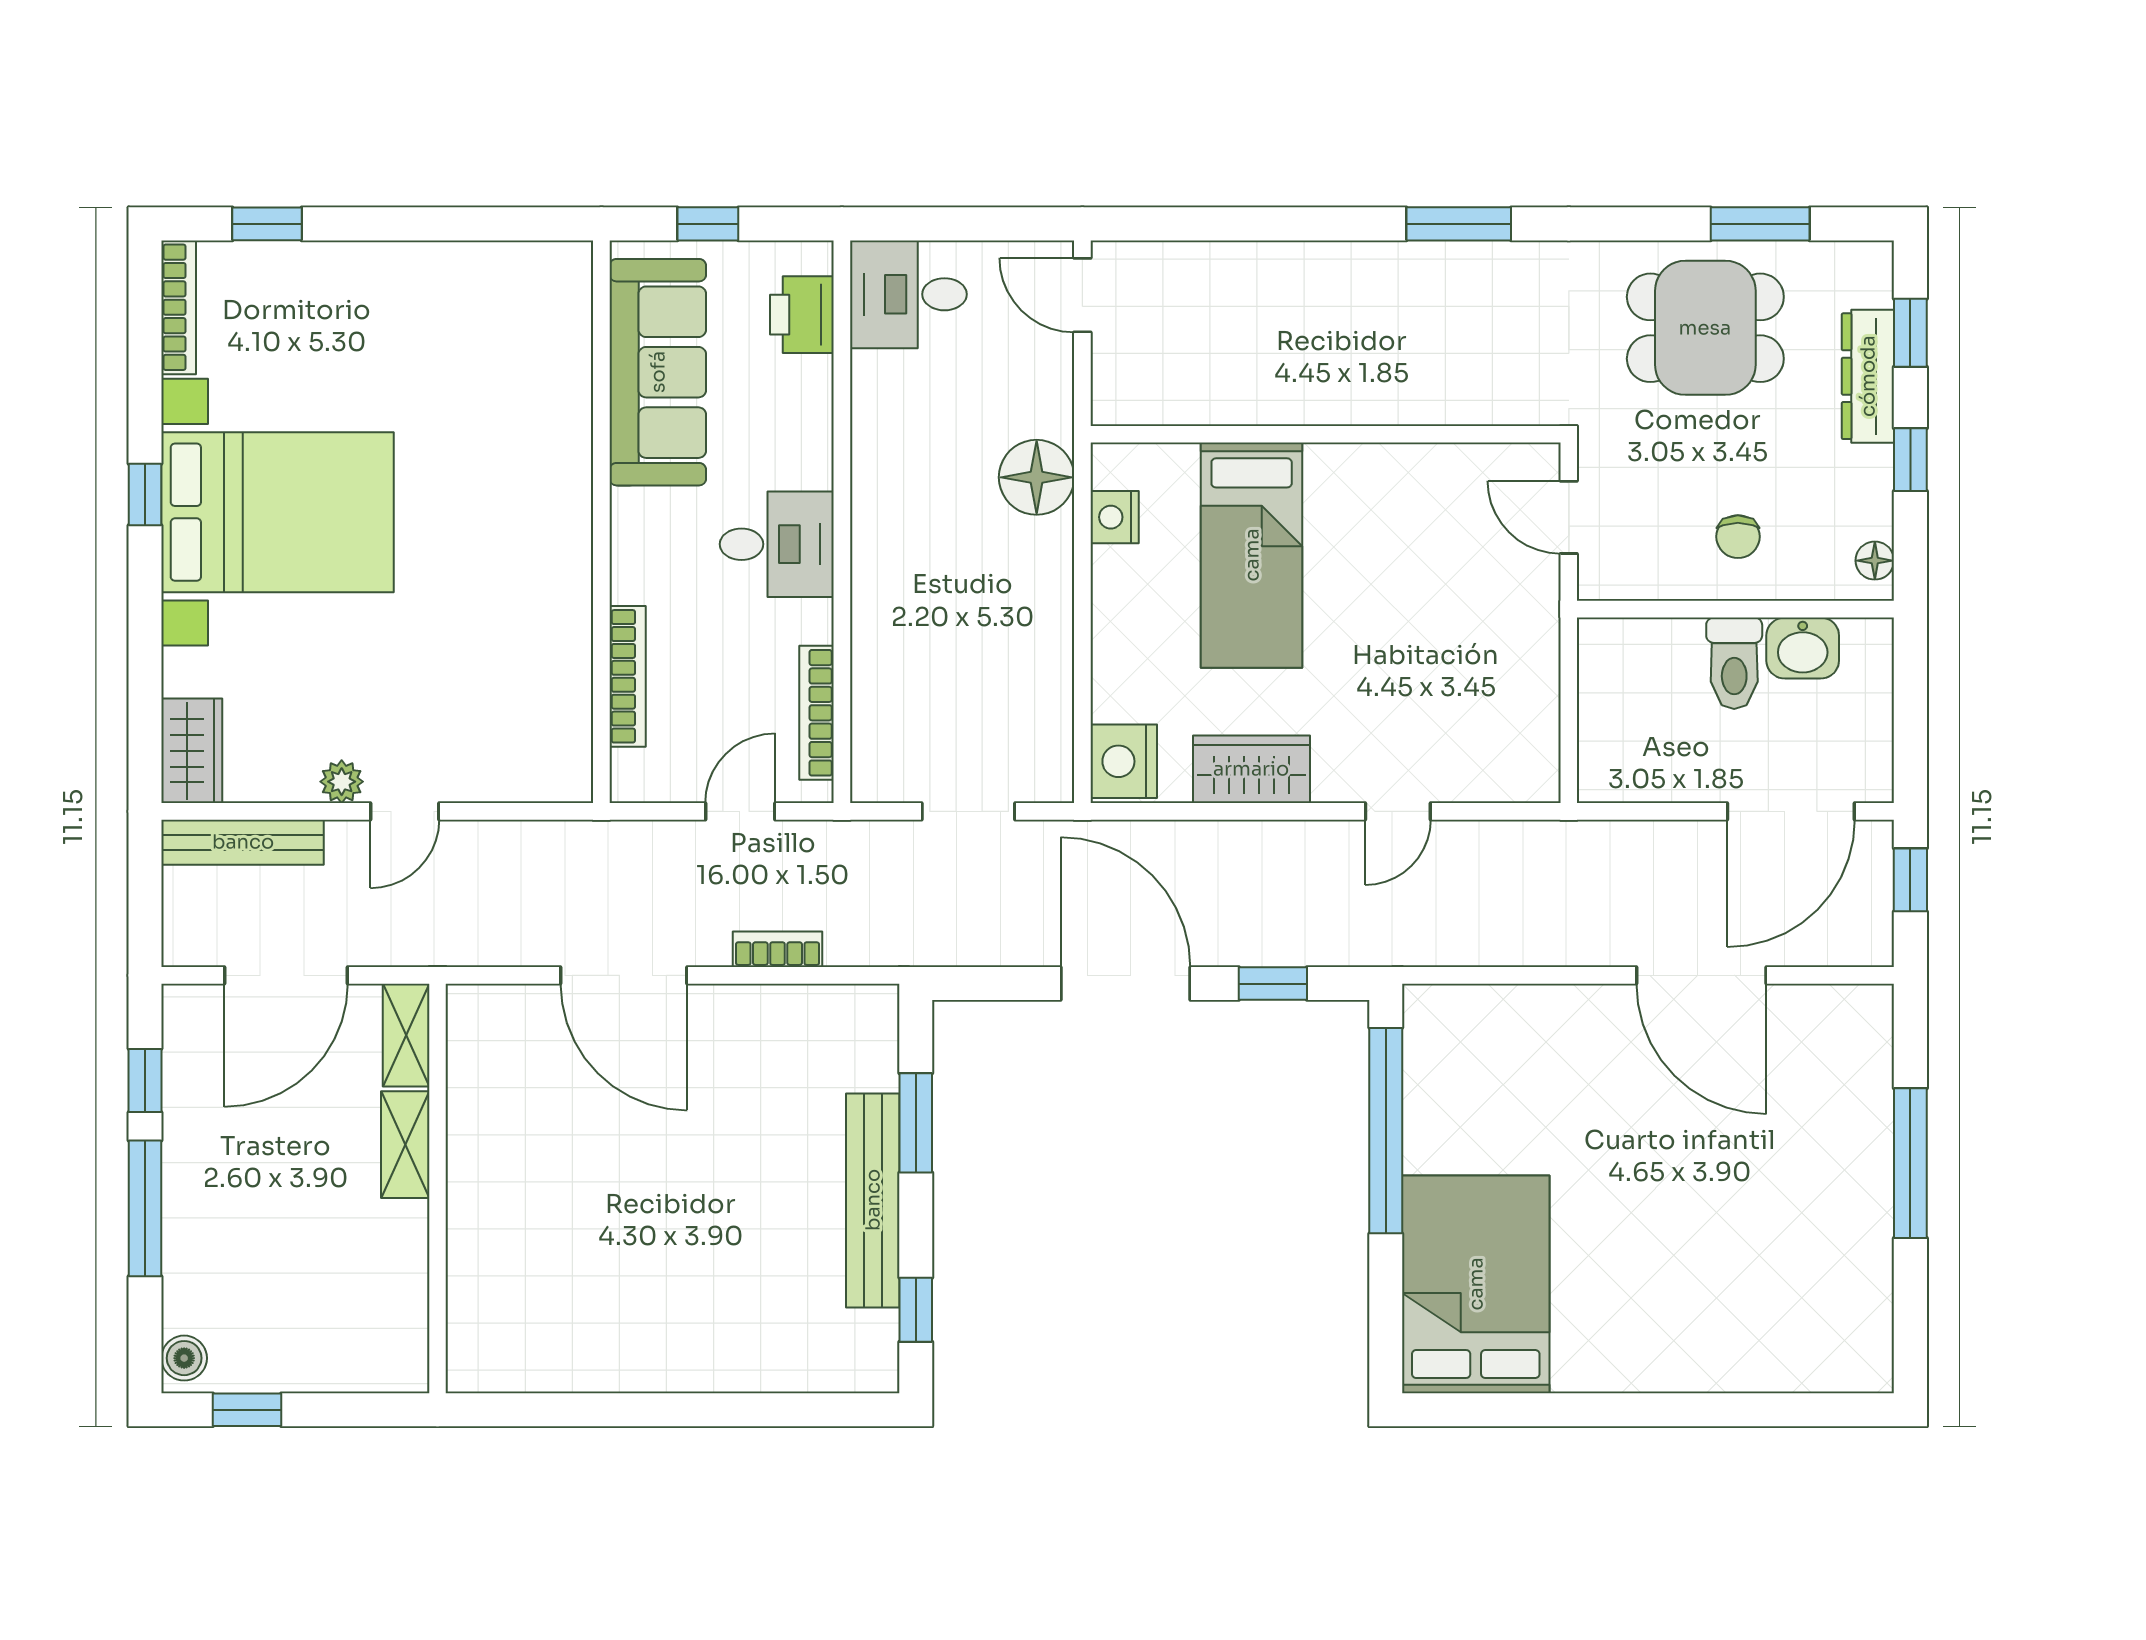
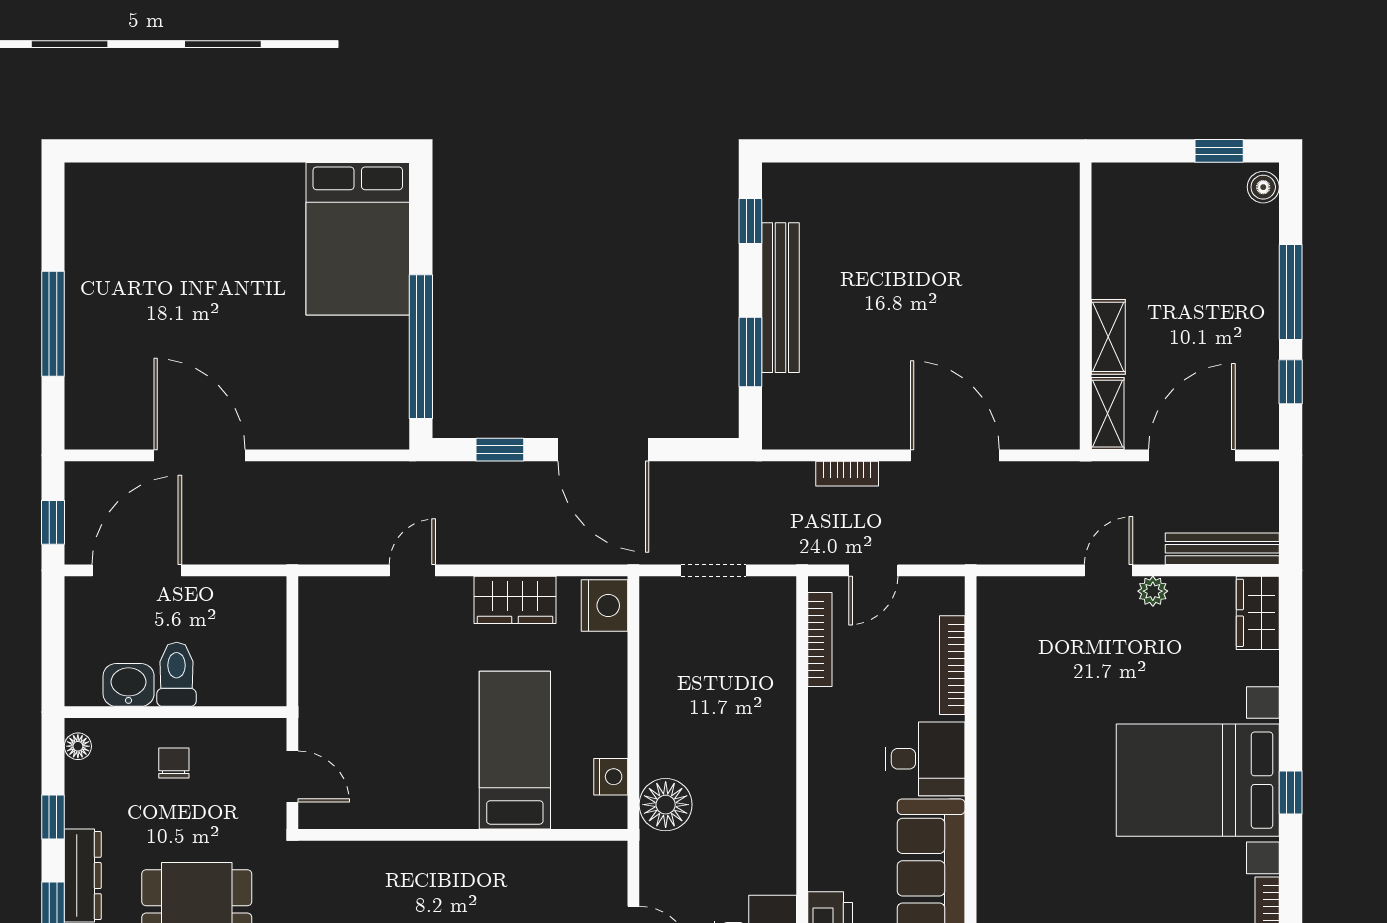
desk: (777, 544) -> (925, 759), moved, turned 180

